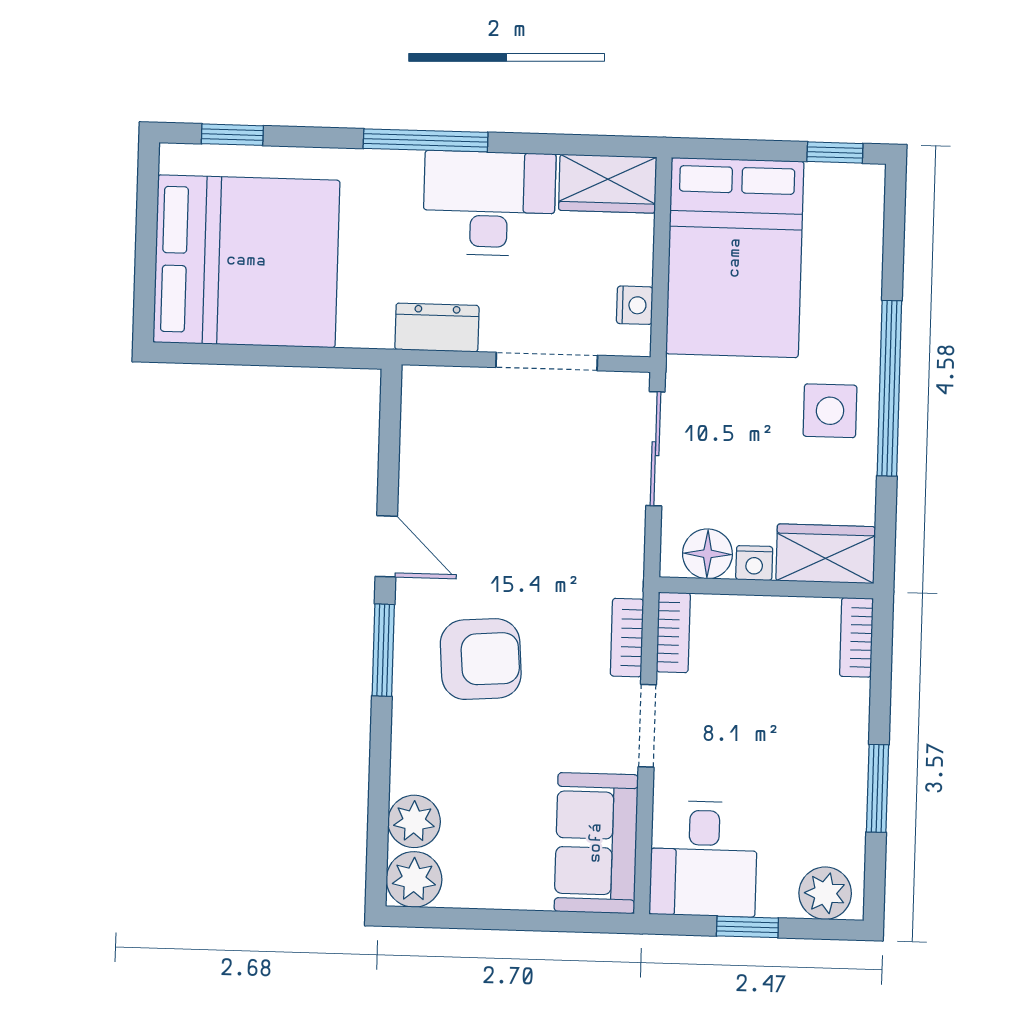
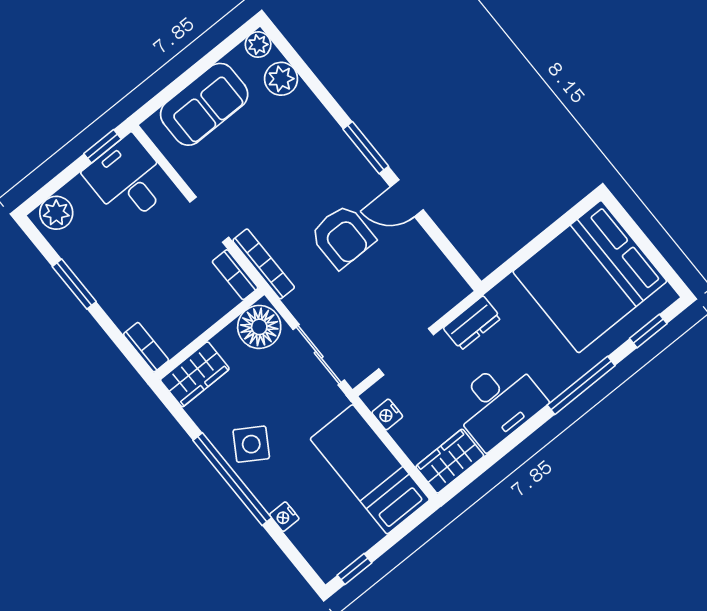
window: (426, 140) -> (581, 385), moved
bed: (735, 258) -> (370, 469), width x0.67
side table: (830, 411) -> (251, 444), turned 32
floor lamp: (707, 554) -> (259, 327), width x1.38, depth x1.38
nightstand: (754, 563) -> (284, 517), moved, turned -90
bookcase: (627, 638) -> (264, 264), width x1.56
armchair: (481, 659) -> (343, 236), moved, turned -86
sofa: (596, 843) -> (204, 104), moved, turned 90
plant: (414, 879) -> (258, 45), width x0.73, depth x0.73
window: (747, 927) -> (103, 146), moved

